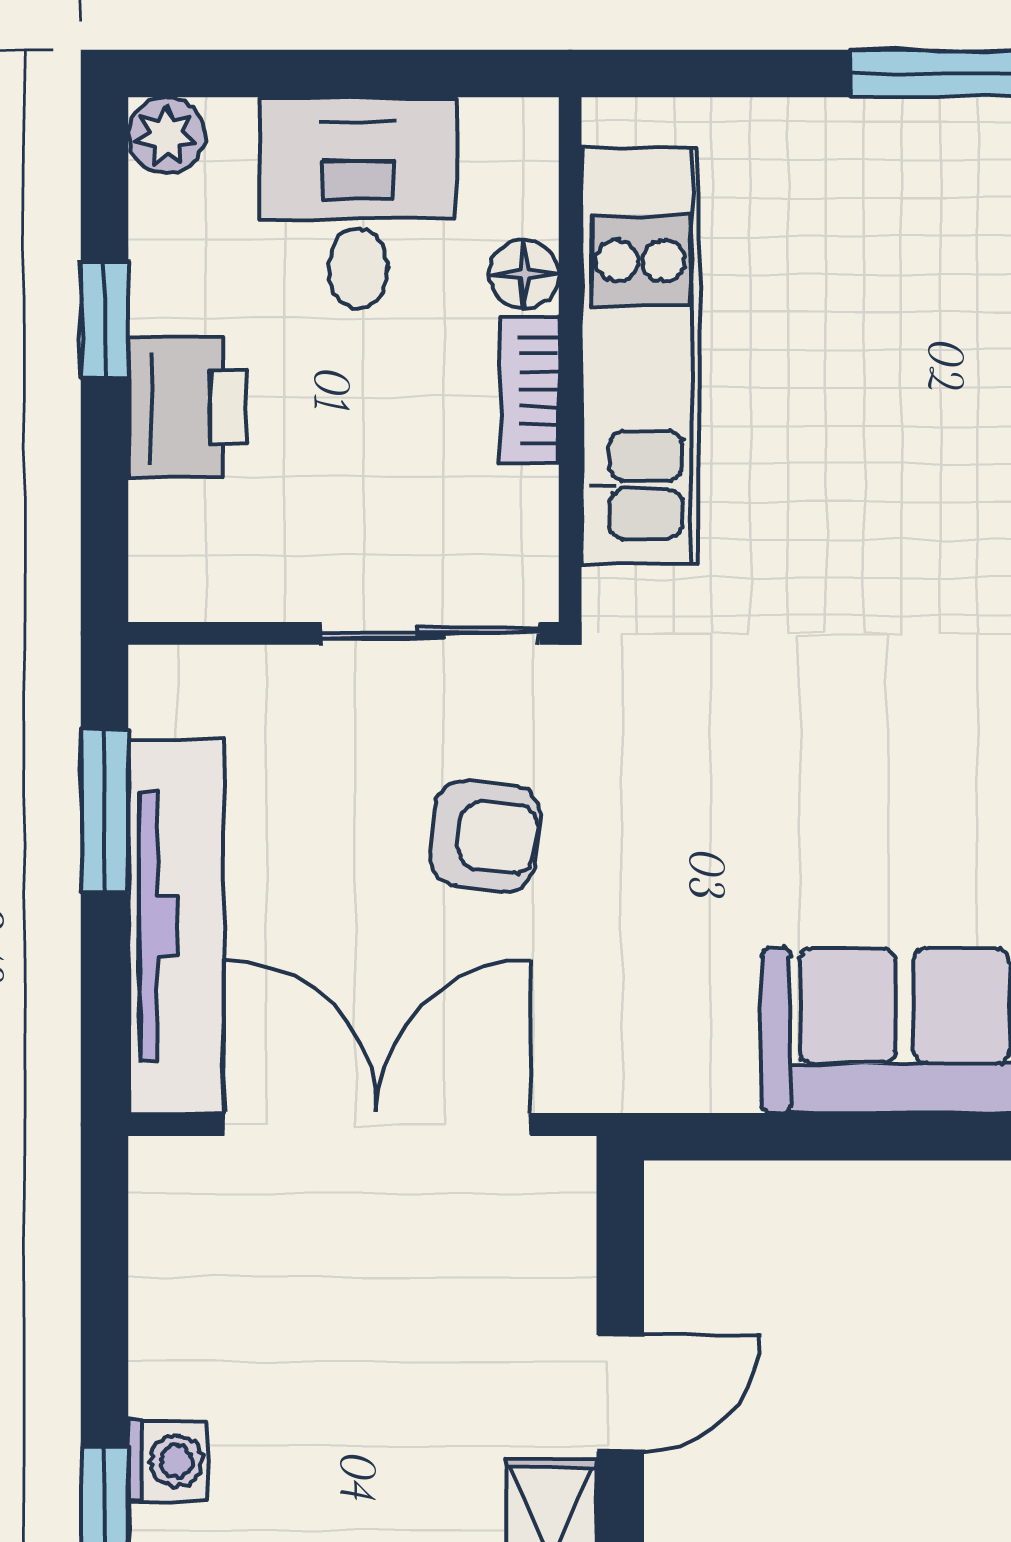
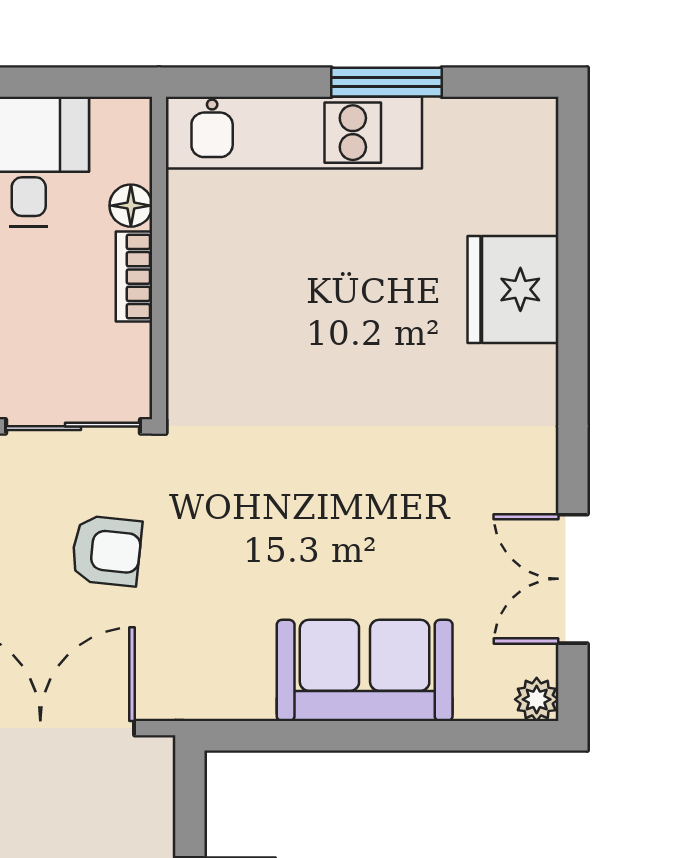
kitchen unit: (640, 356) -> (294, 133), moved, turned 90

